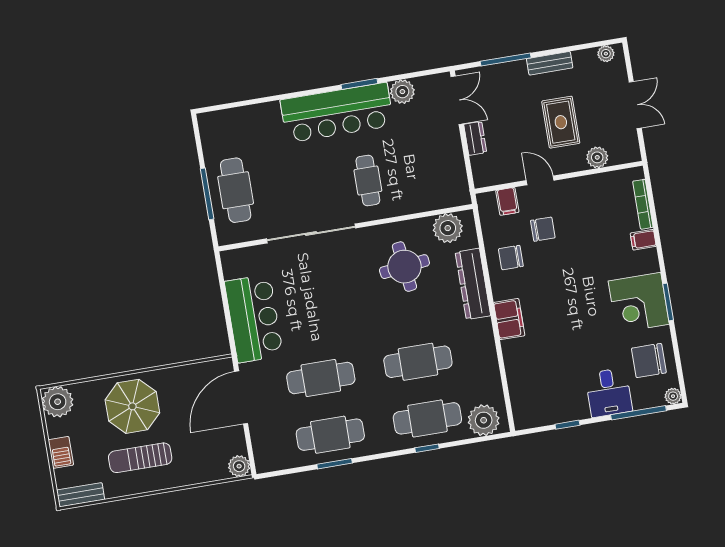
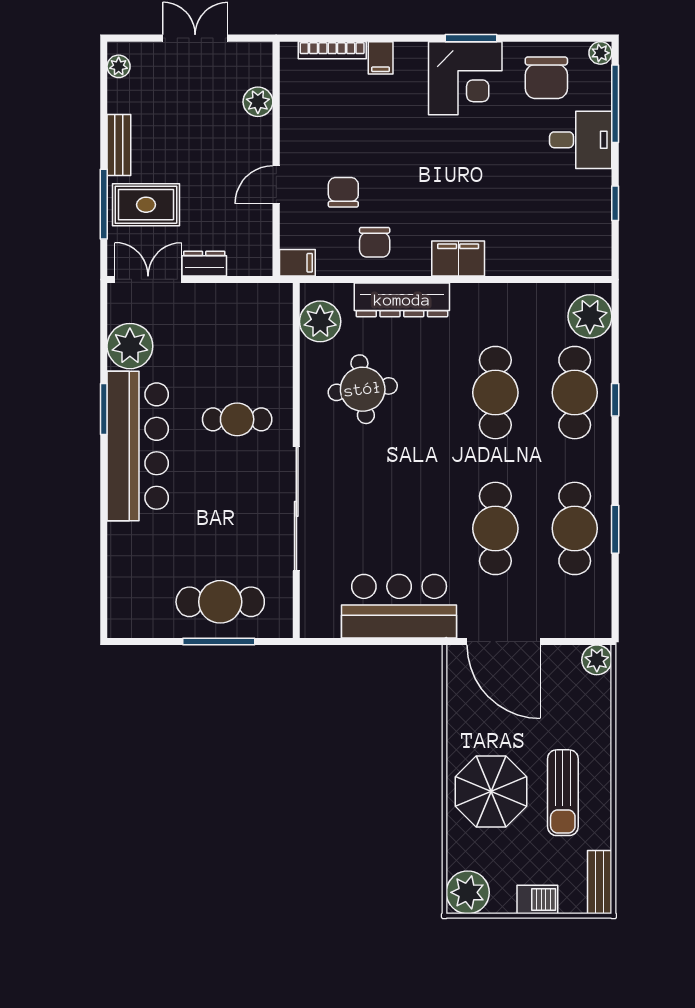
plant: (402, 92) -> (130, 346), width x1.36, depth x1.36
rug: (561, 122) -> (146, 205), moved
filing cabinet: (507, 201) -> (297, 263), moved

